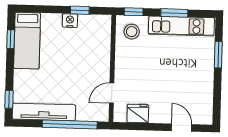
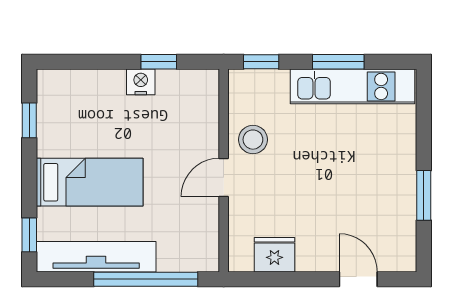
stool: (132, 32) -> (253, 140), moved
bed: (27, 41) -> (90, 182), moved, turned -90
window: (218, 55) -> (424, 195), moved
door: (112, 93) -> (224, 178), moved

